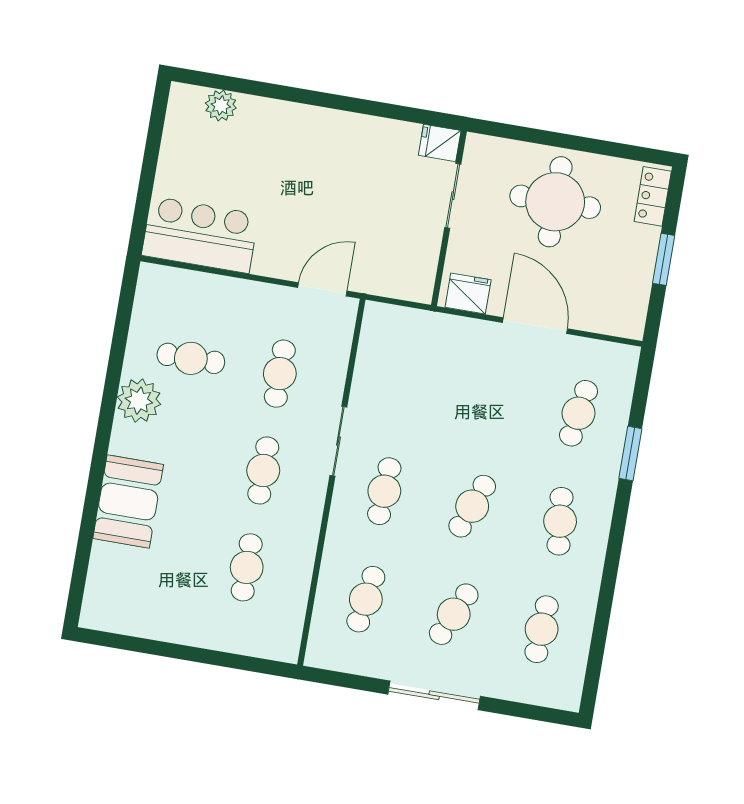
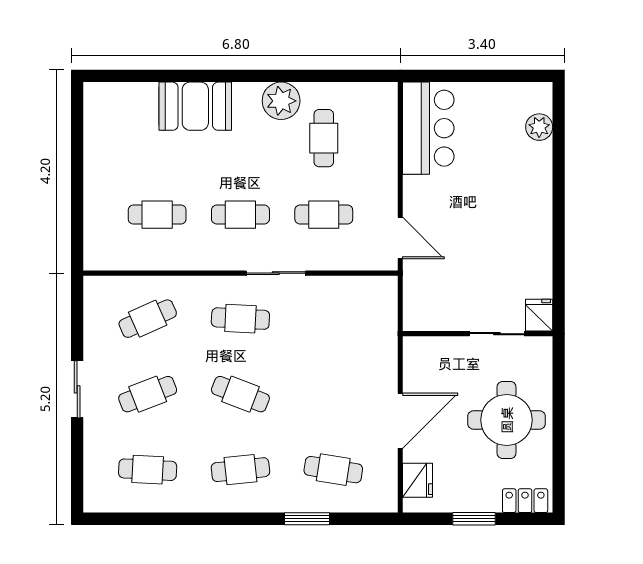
fridge: (468, 294) -> (417, 480), moved
cafe table: (366, 599) -> (148, 319), turned -33
cafe table: (454, 614) -> (148, 394), turned -45
sliding door: (434, 695) -> (77, 389), width x0.73

